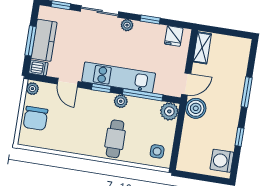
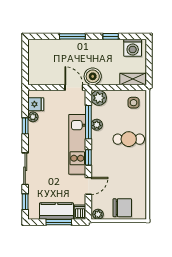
plant: (127, 25) -> (33, 117), moved
shelving: (202, 48) -> (133, 79), moved
plant: (121, 101) -> (97, 125), moved

